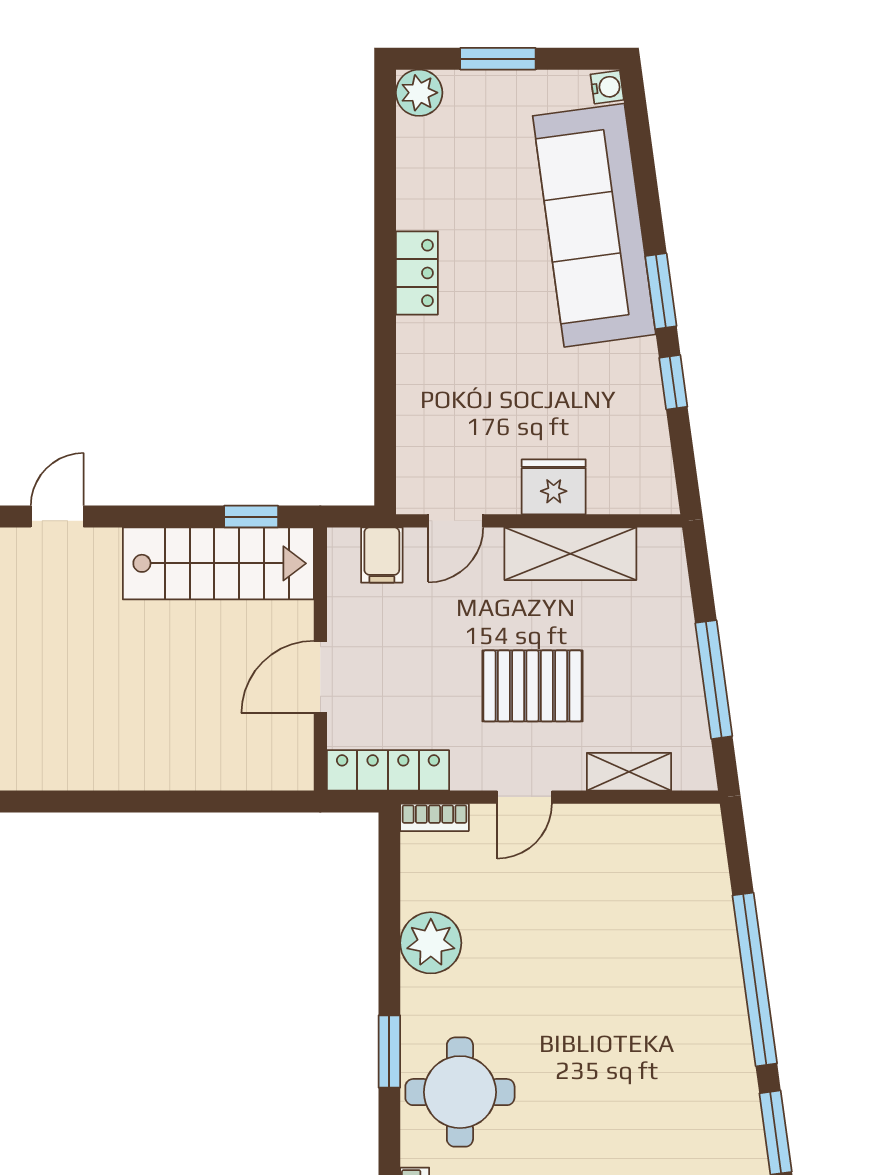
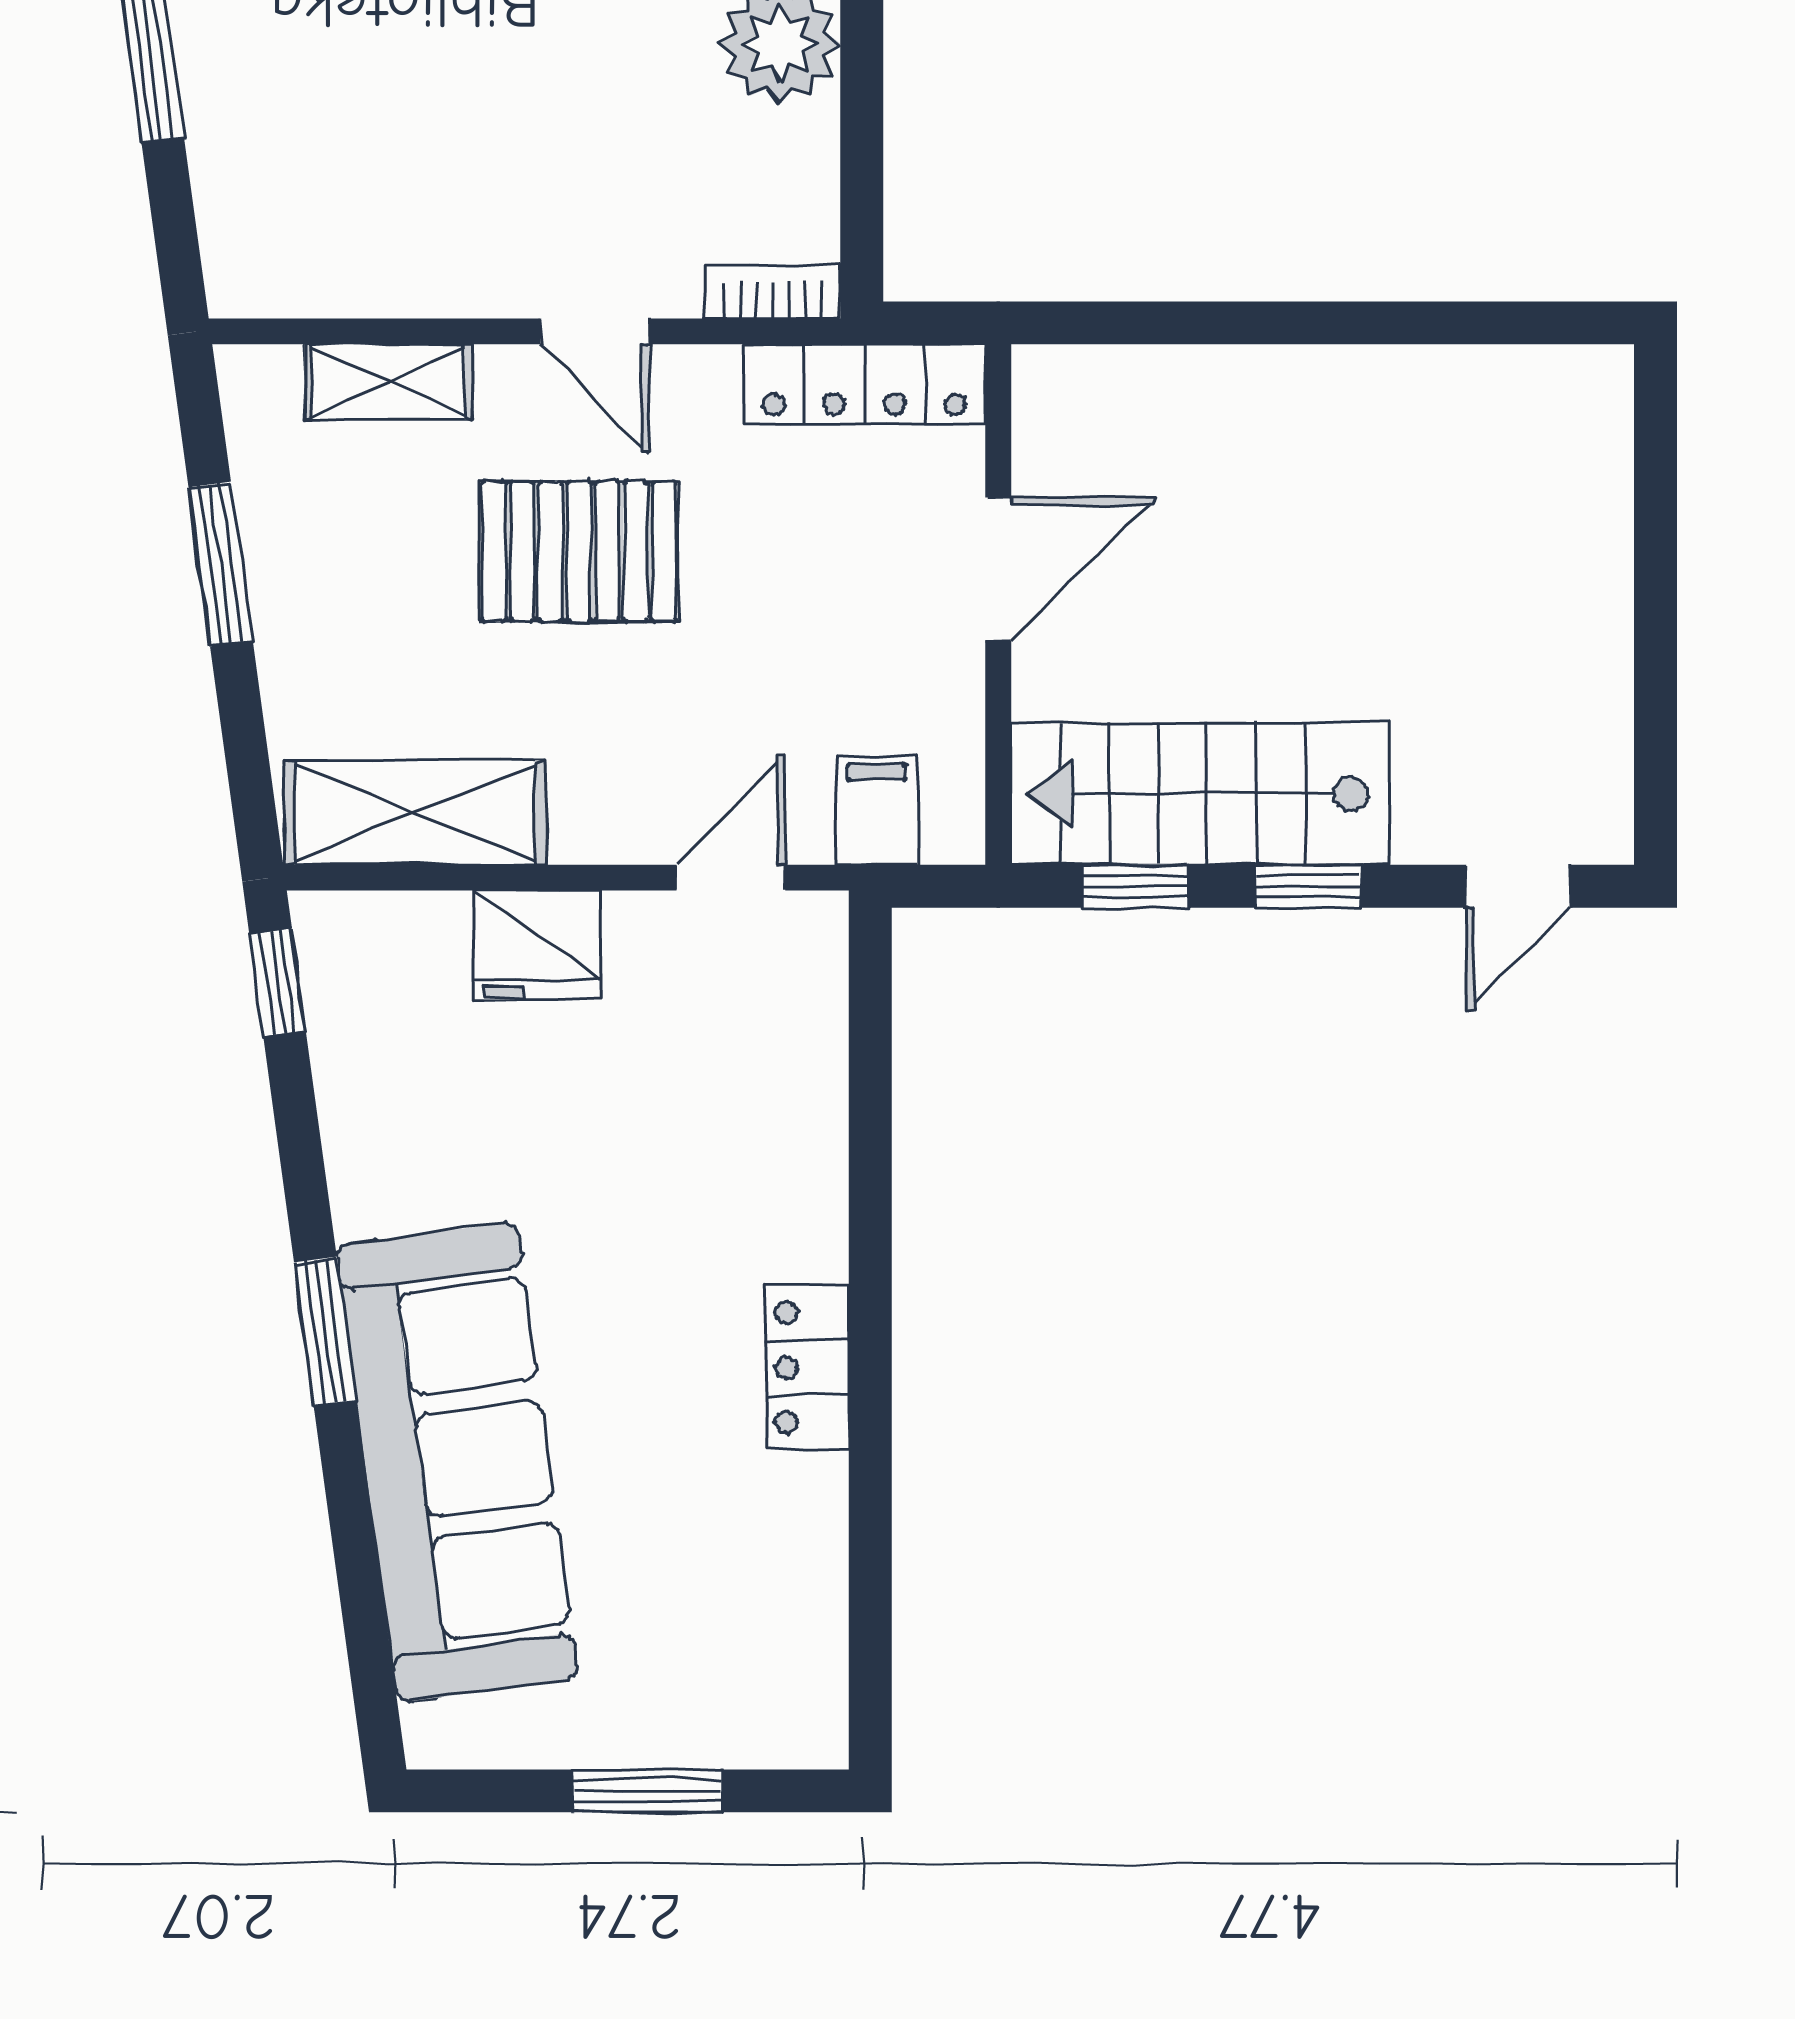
water cooler: (607, 87) -> (431, 1735), removed
plant: (419, 93) -> (803, 1724), removed
window: (673, 382) -> (278, 982), moved
window: (163, 517) -> (1309, 886), added
shelving: (570, 554) -> (415, 813), moved
window: (714, 680) -> (221, 564), width x0.69
door: (524, 797) -> (595, 331), swing flipped

